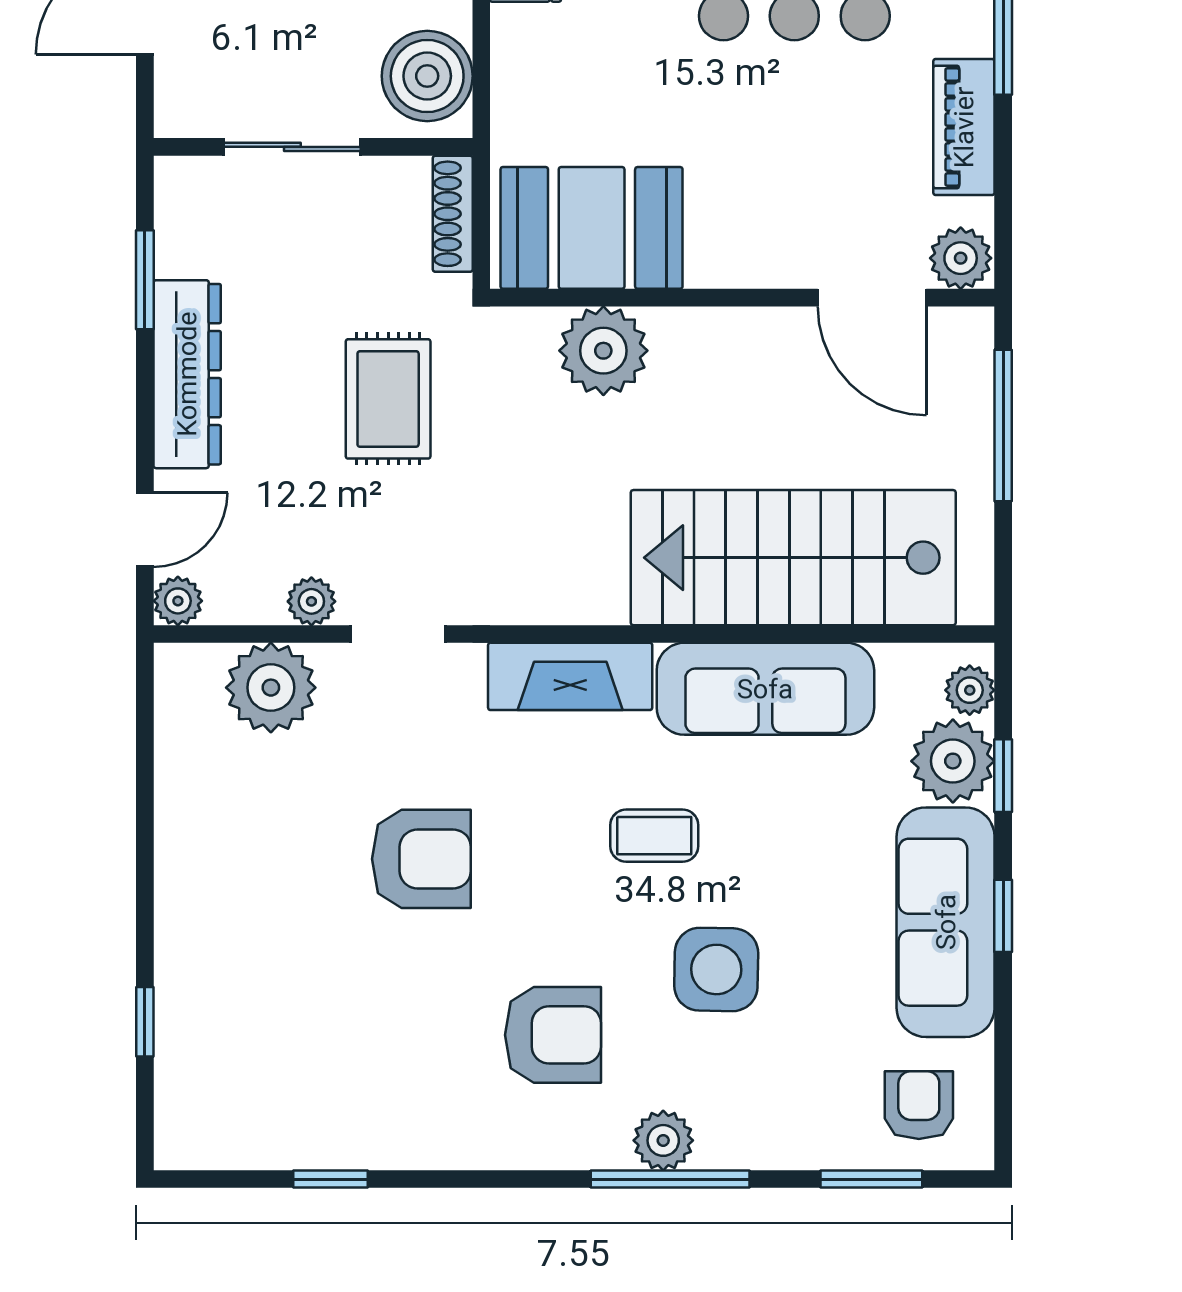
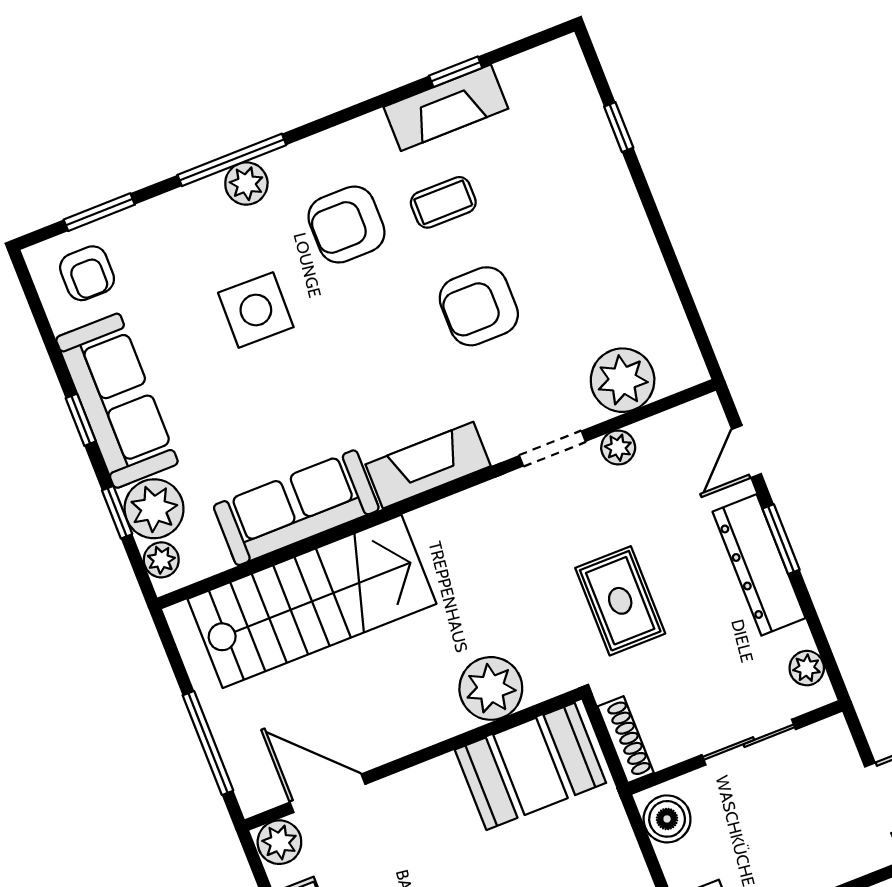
boiler: (427, 76) -> (667, 819), width x0.73, depth x0.73
window: (145, 280) -> (781, 539), moved
plant: (178, 601) -> (807, 668), moved
coffee table: (654, 836) -> (443, 202), moved
fireplace: (362, 1137) -> (446, 108), added

